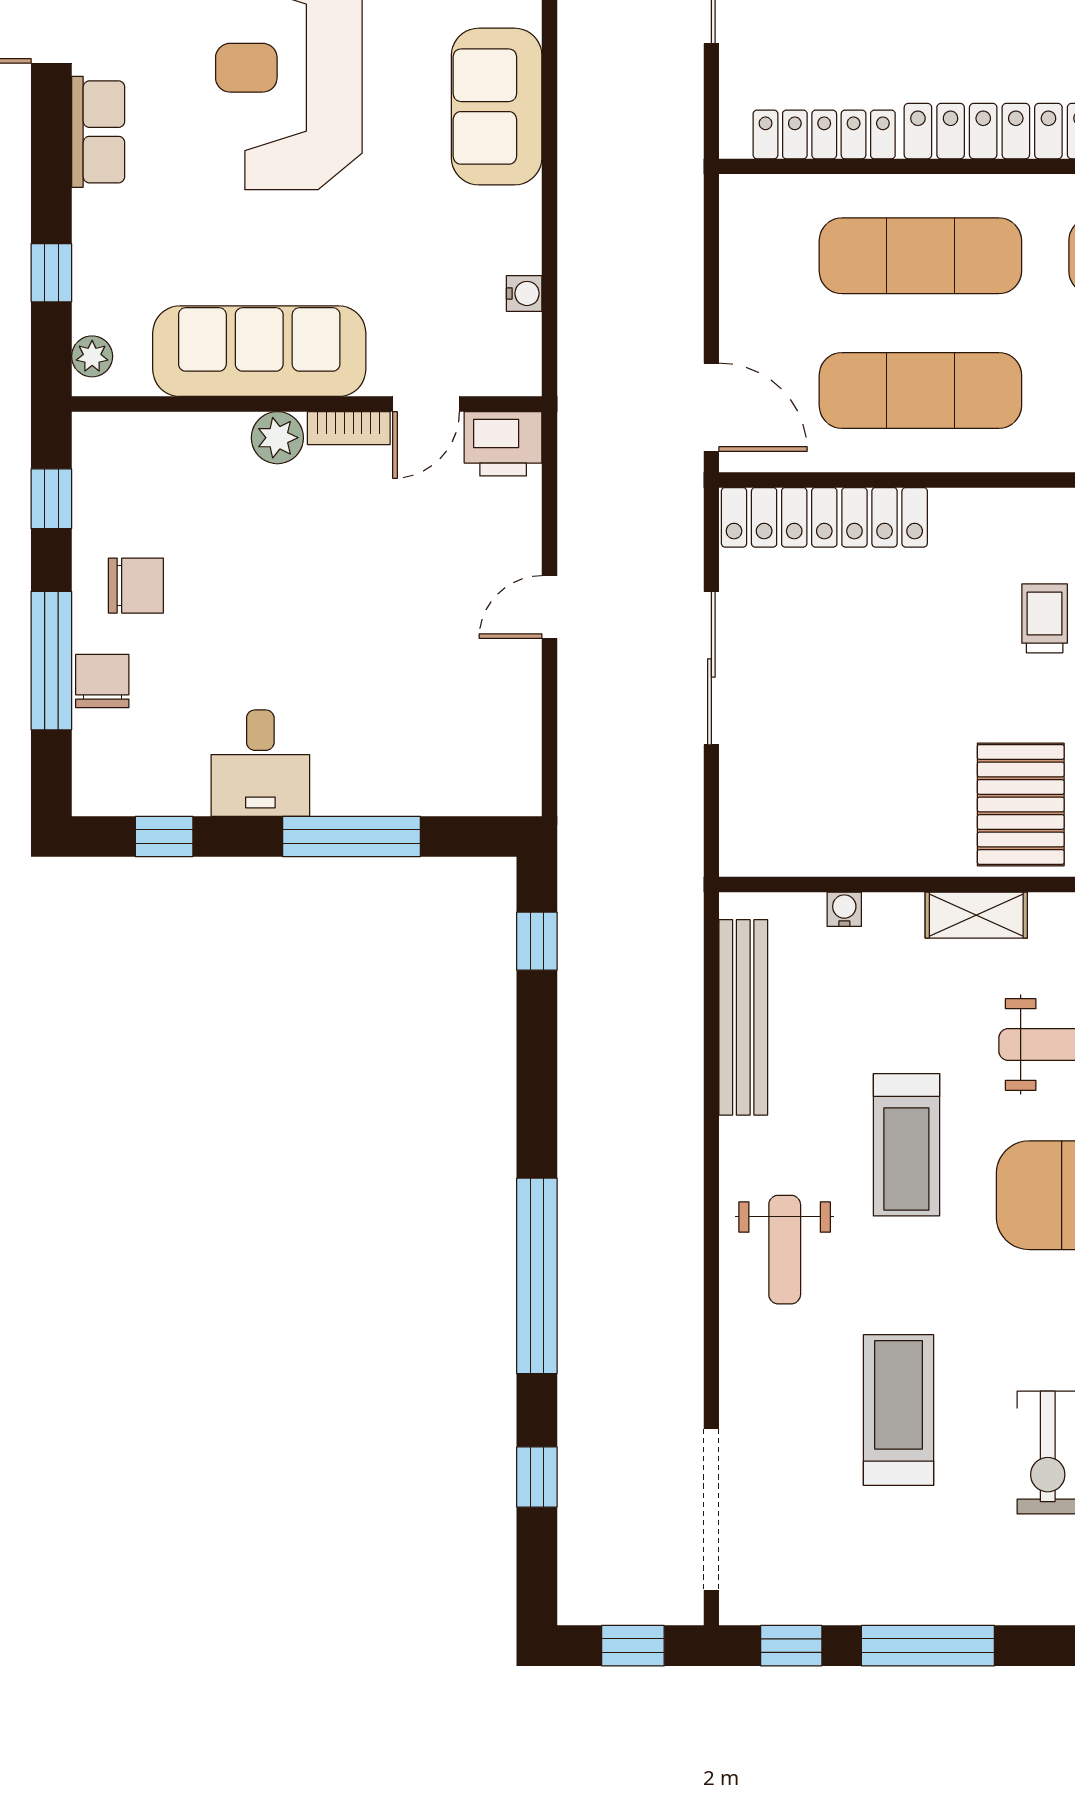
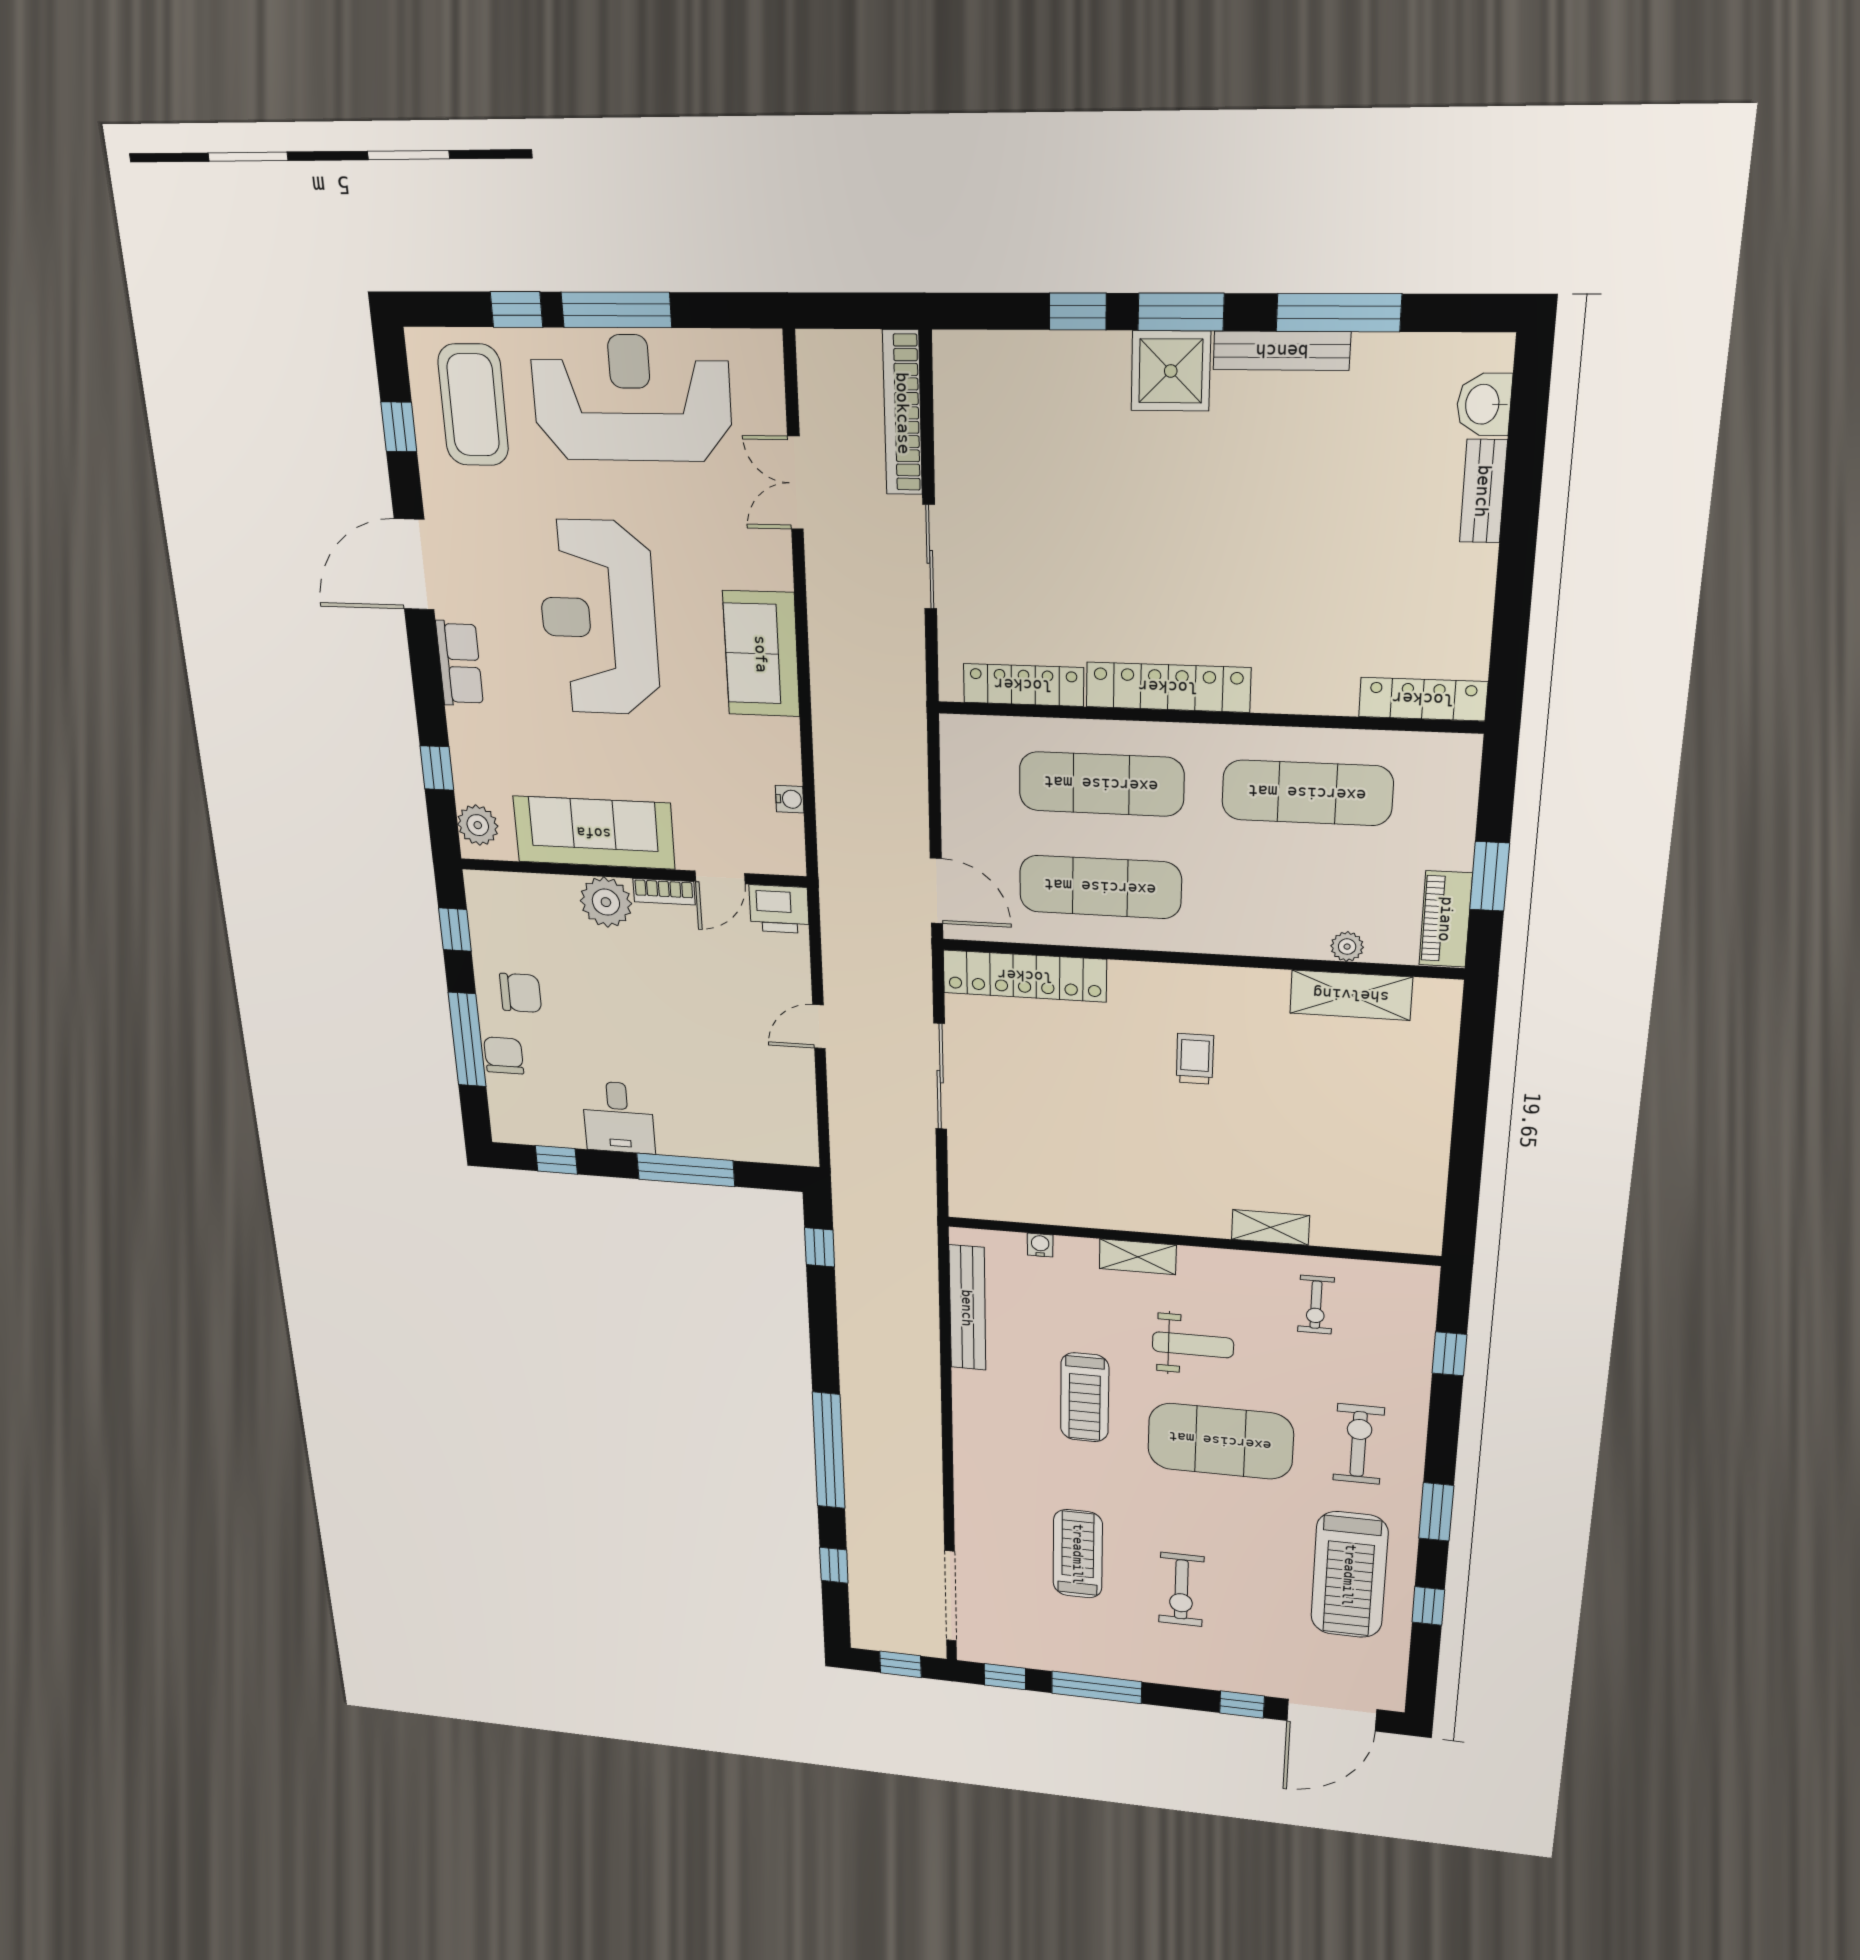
plant: (92, 356) -> (478, 825), width x1.38, depth x1.38
plant: (277, 438) -> (606, 902), width x1.36, depth x1.36
pallet: (1021, 805) -> (1173, 1186), removed
weight bench: (785, 1250) -> (998, 1452), removed

